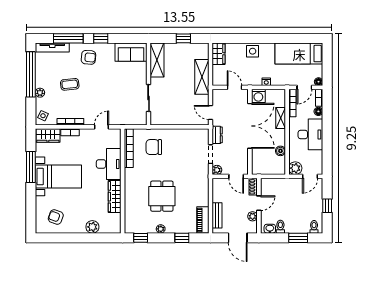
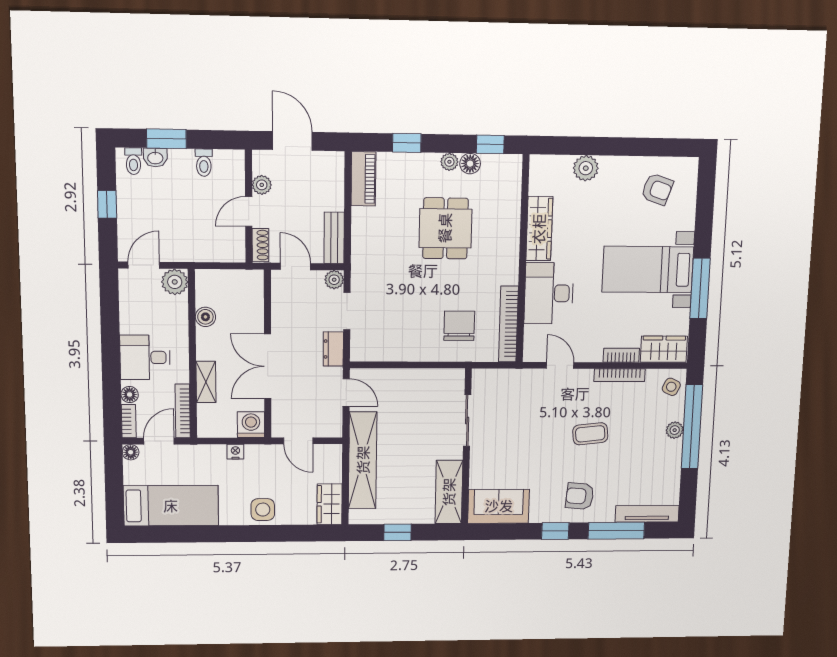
window: (31, 74) -> (692, 427), moved
shelving: (202, 77) -> (363, 460), width x1.47
coffee table: (70, 84) -> (590, 434), moved
double door: (250, 126) -> (268, 366), width x0.73
door: (101, 127) -> (560, 365), swing flipped
desk: (310, 134) -> (145, 357), width x0.73
chair: (154, 147) -> (459, 326), turned -90
bench: (217, 215) -> (334, 238), moved
floor lamp: (150, 228) -> (470, 164), added
washbasin: (270, 229) -> (155, 158), moved

